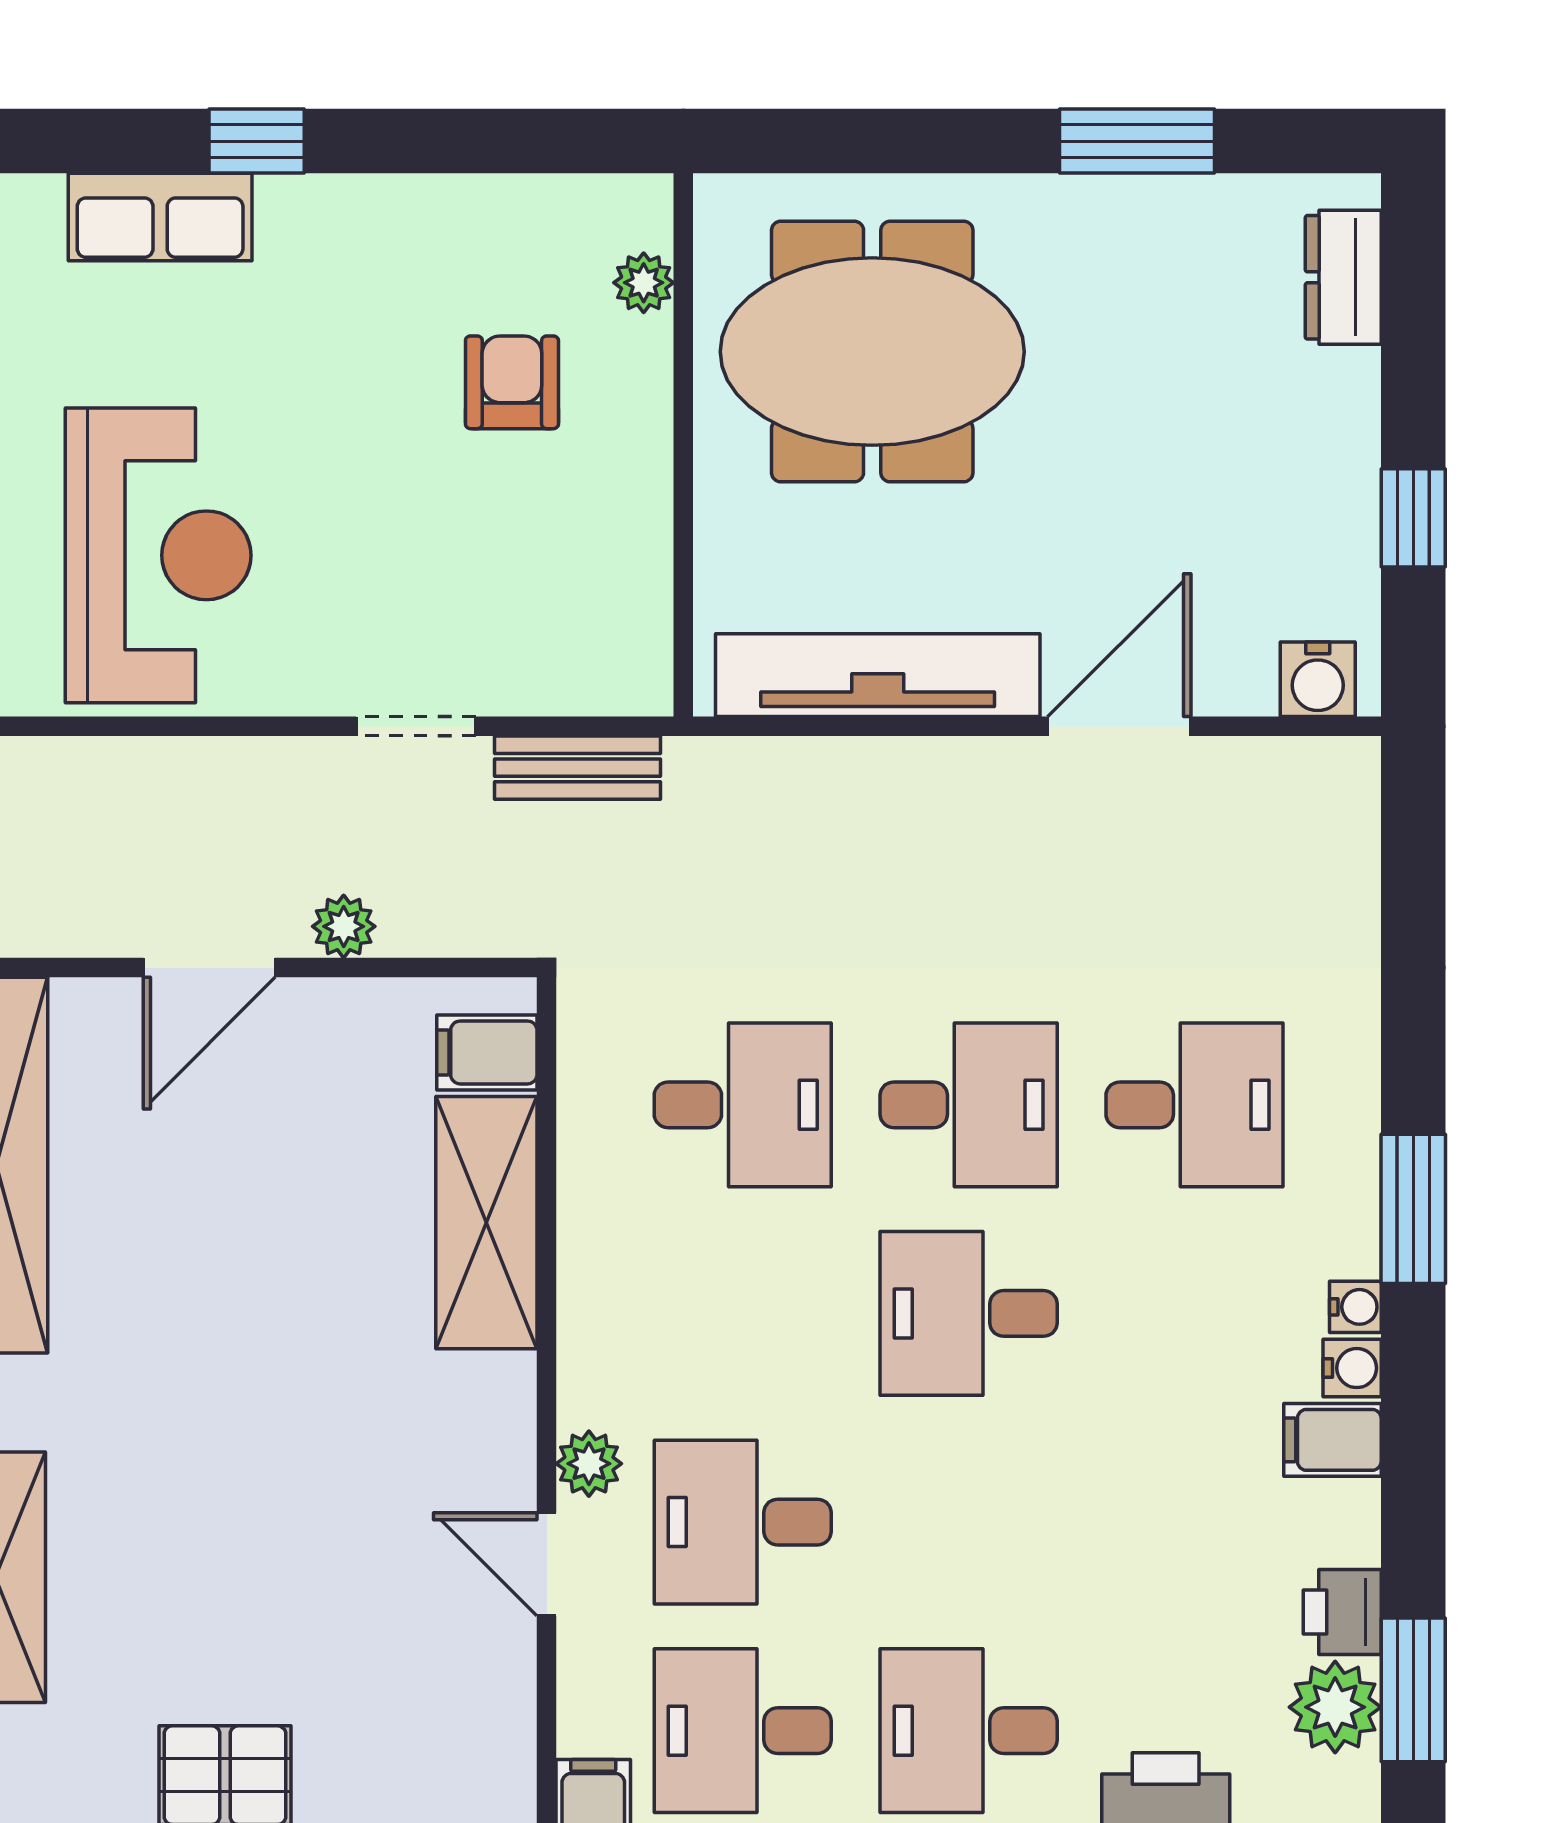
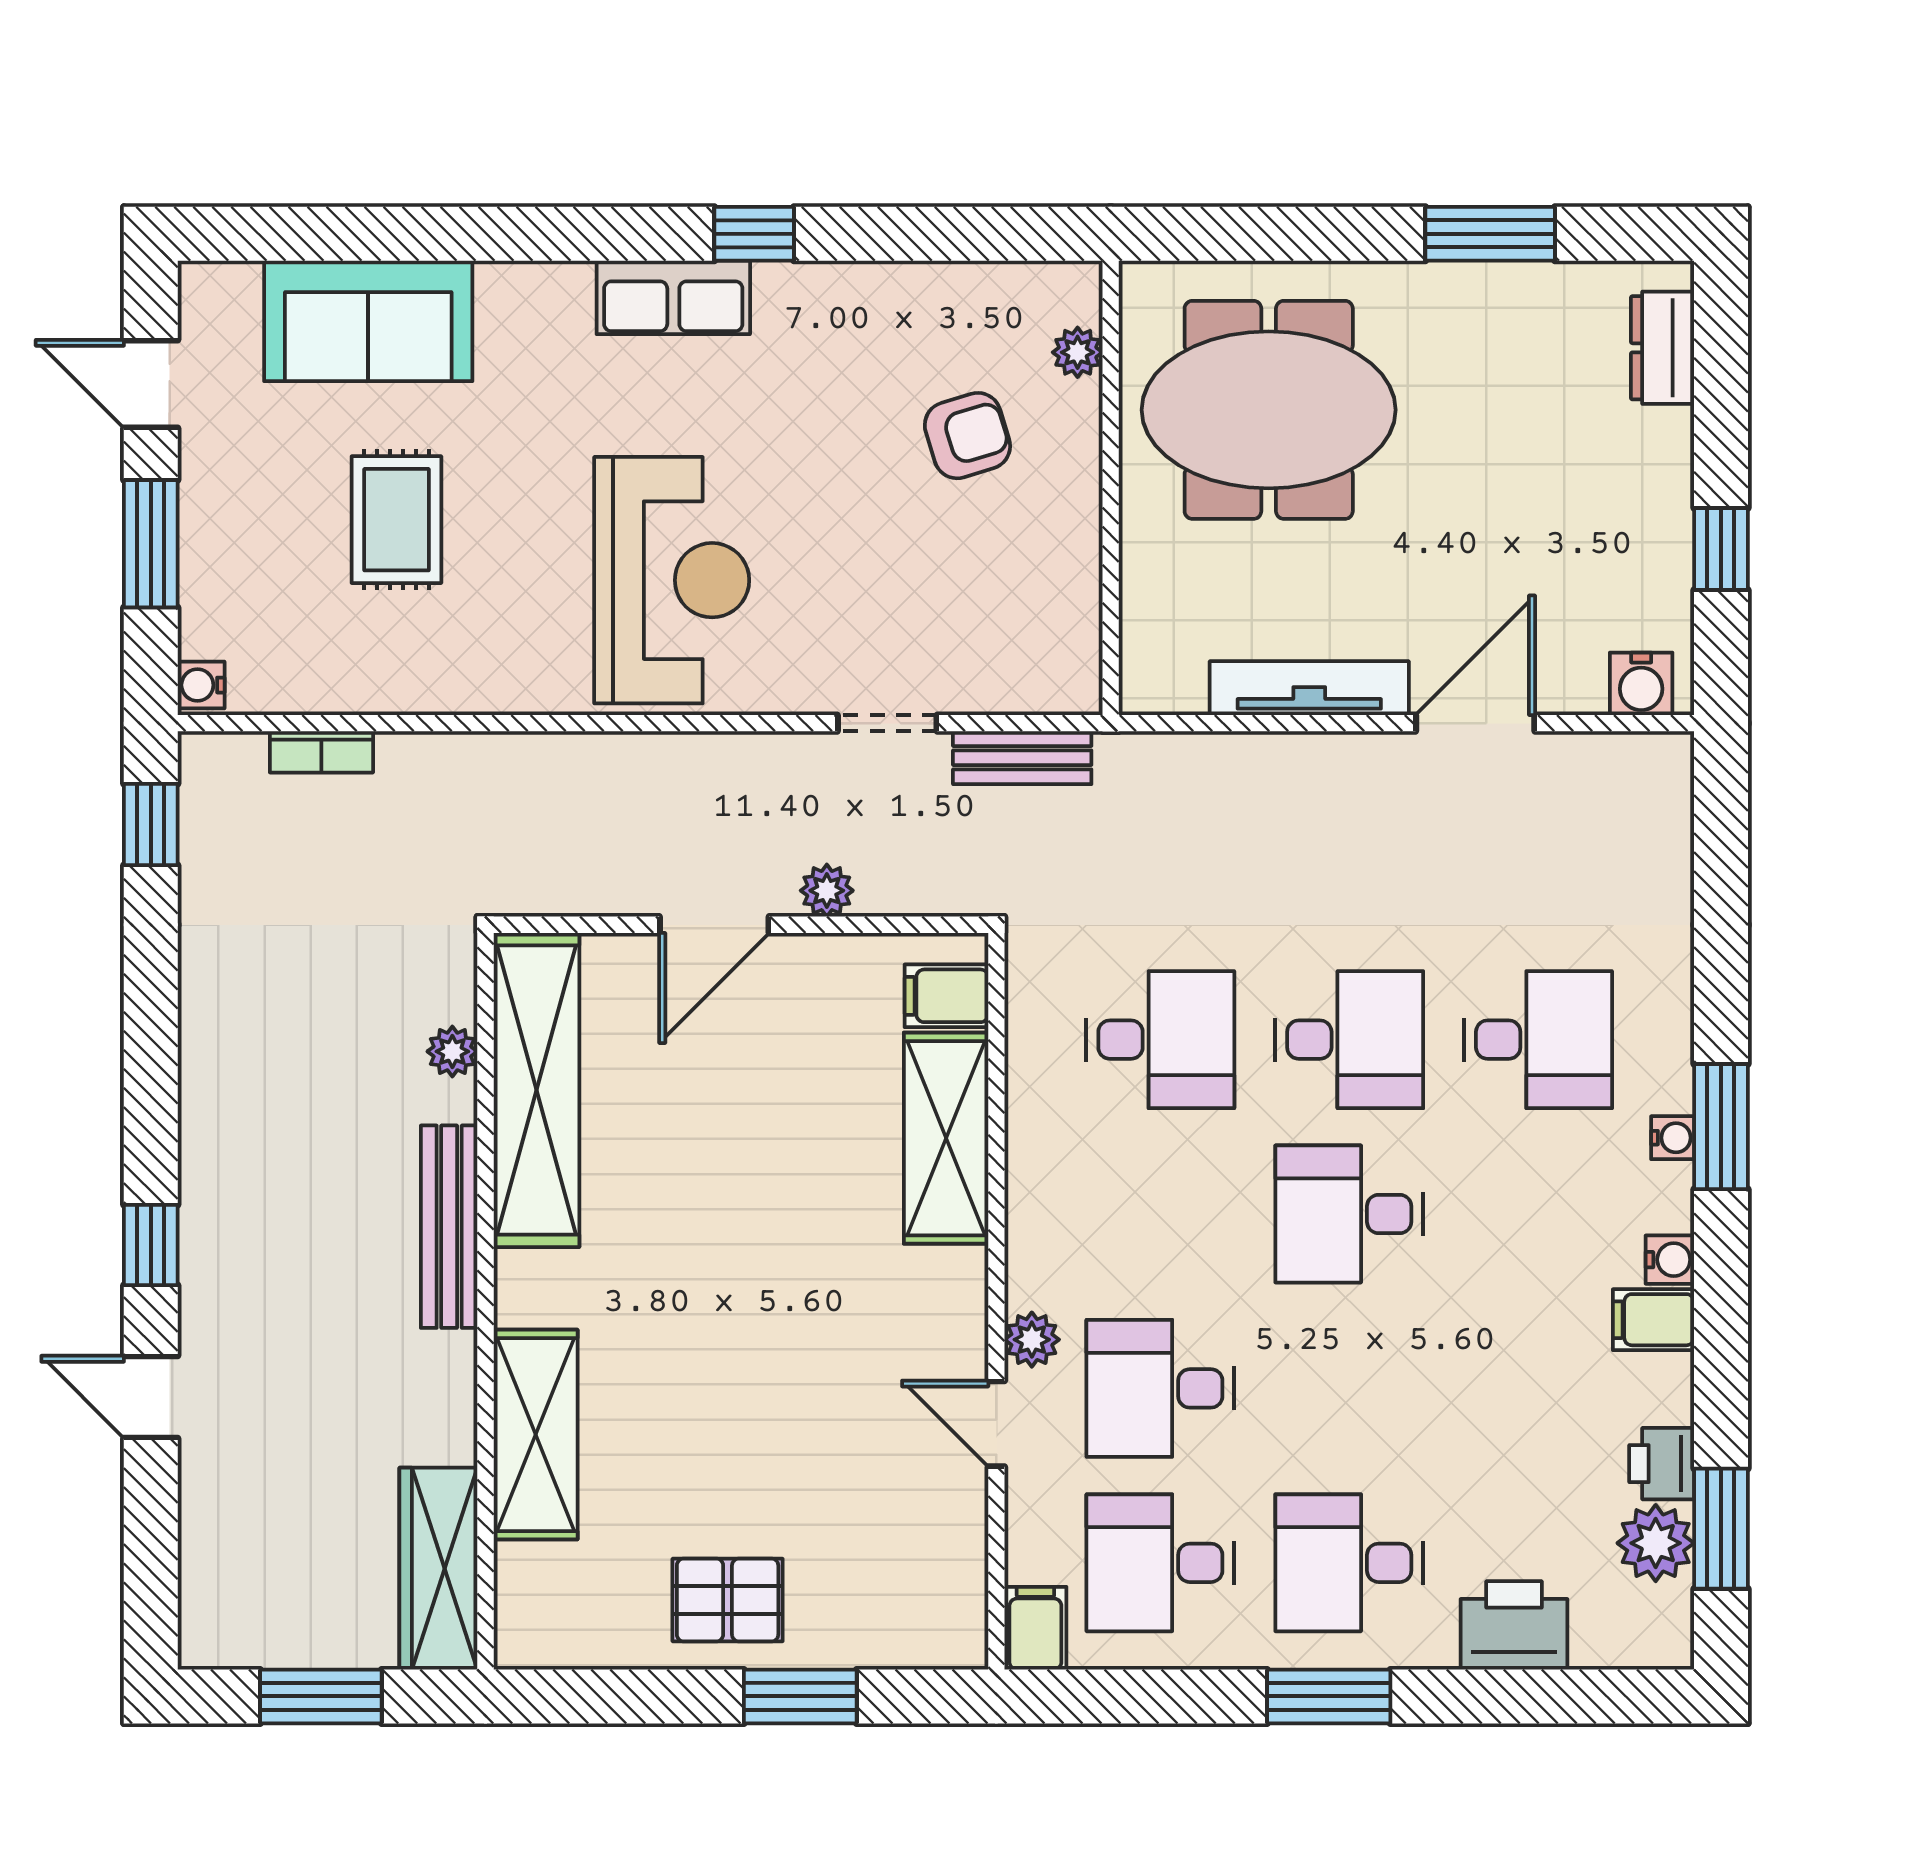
armchair: (512, 382) -> (967, 436), turned 73
tv unit: (878, 675) -> (1309, 688), width x0.73, depth x0.78
water cooler: (1355, 1307) -> (1673, 1138), moved

